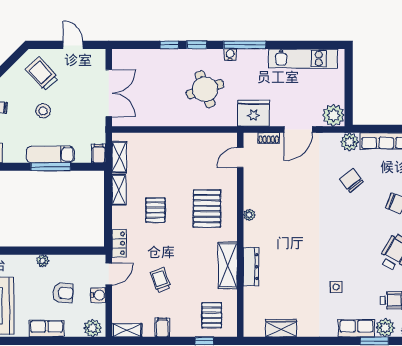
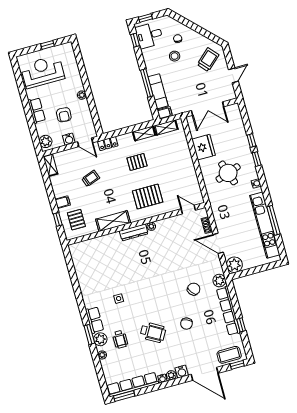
window: (245, 45) -> (273, 220), moved
kitchen unit: (303, 58) -> (265, 225), width x1.36
stool: (43, 111) -> (175, 56), moved
fridge: (253, 113) -> (204, 147), moved
exam couch: (50, 154) -> (158, 91), moved
dresser: (251, 267) -> (134, 232), moved
pallet: (212, 315) -> (76, 220), turned 90
filing cabinet: (162, 327) -> (63, 202), moved
wardrobe: (281, 328) -> (81, 269), removed

